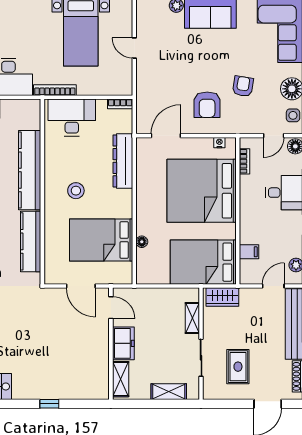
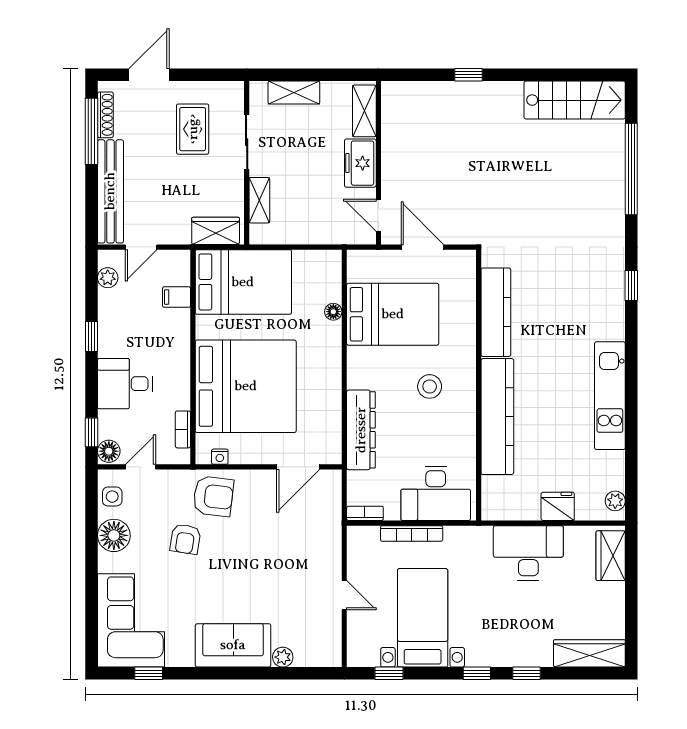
bookcase: (55, 90) -> (412, 533), moved
armchair: (207, 105) -> (213, 496), moved, turned 97

